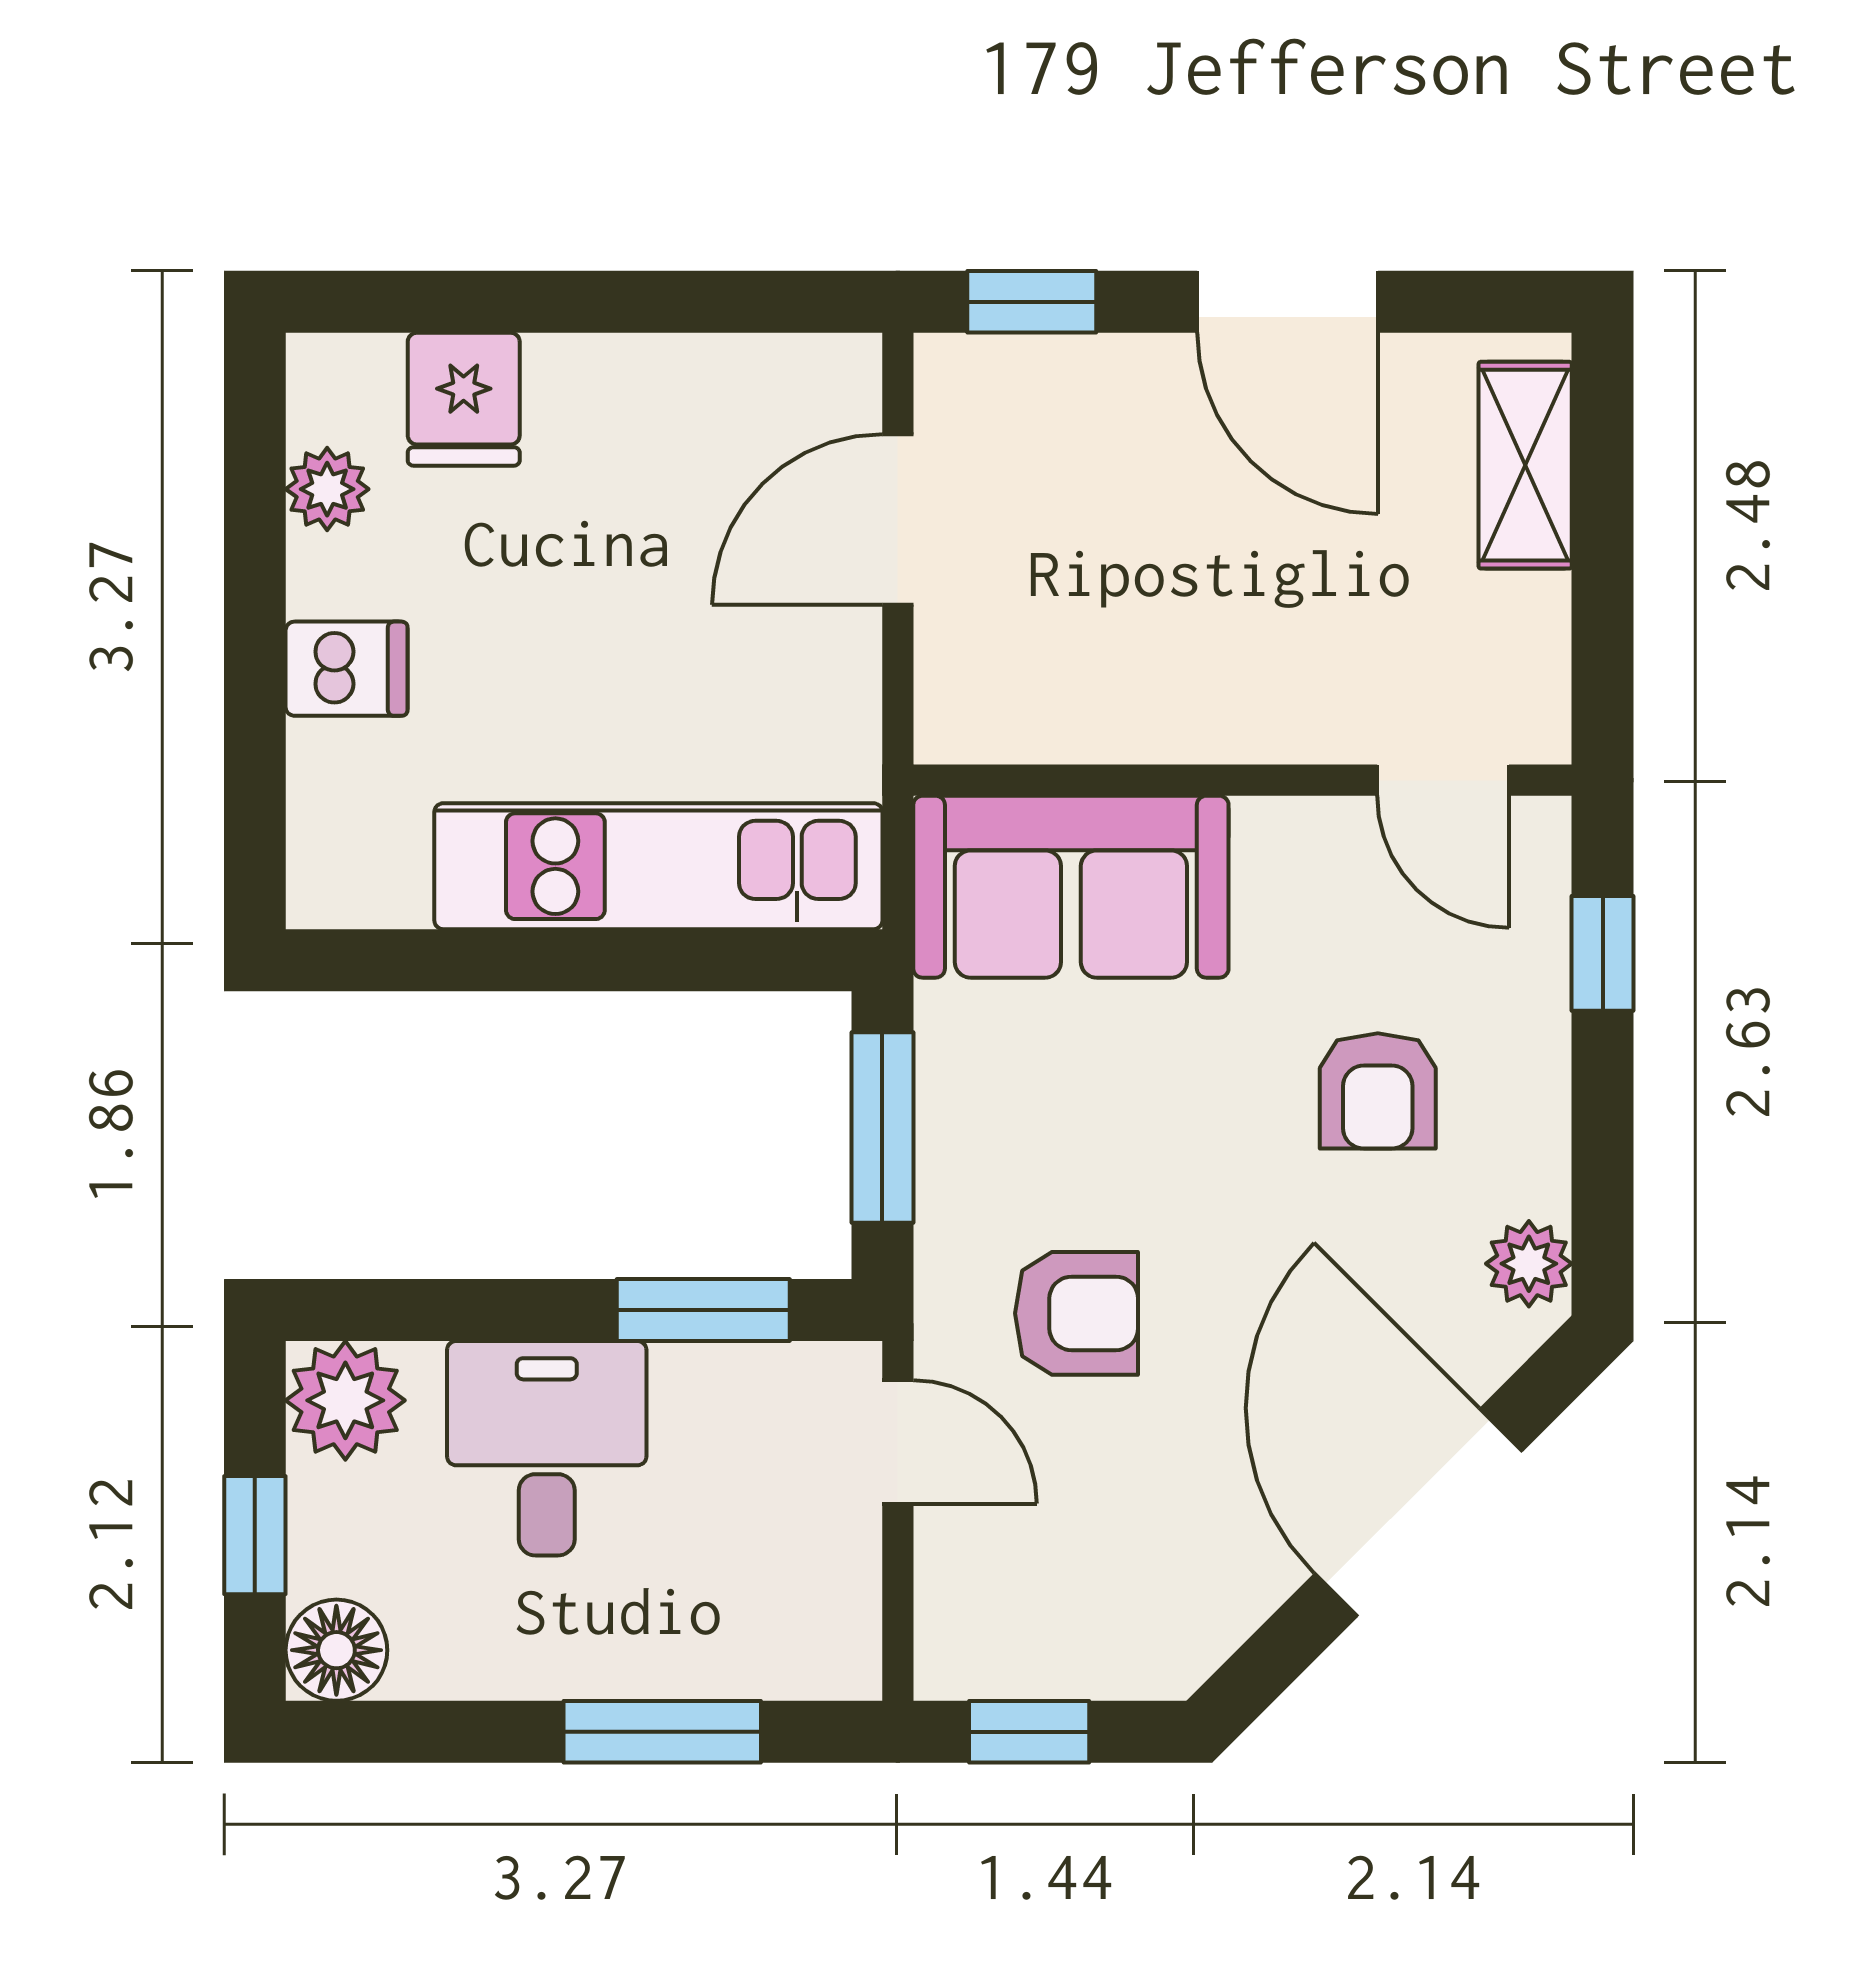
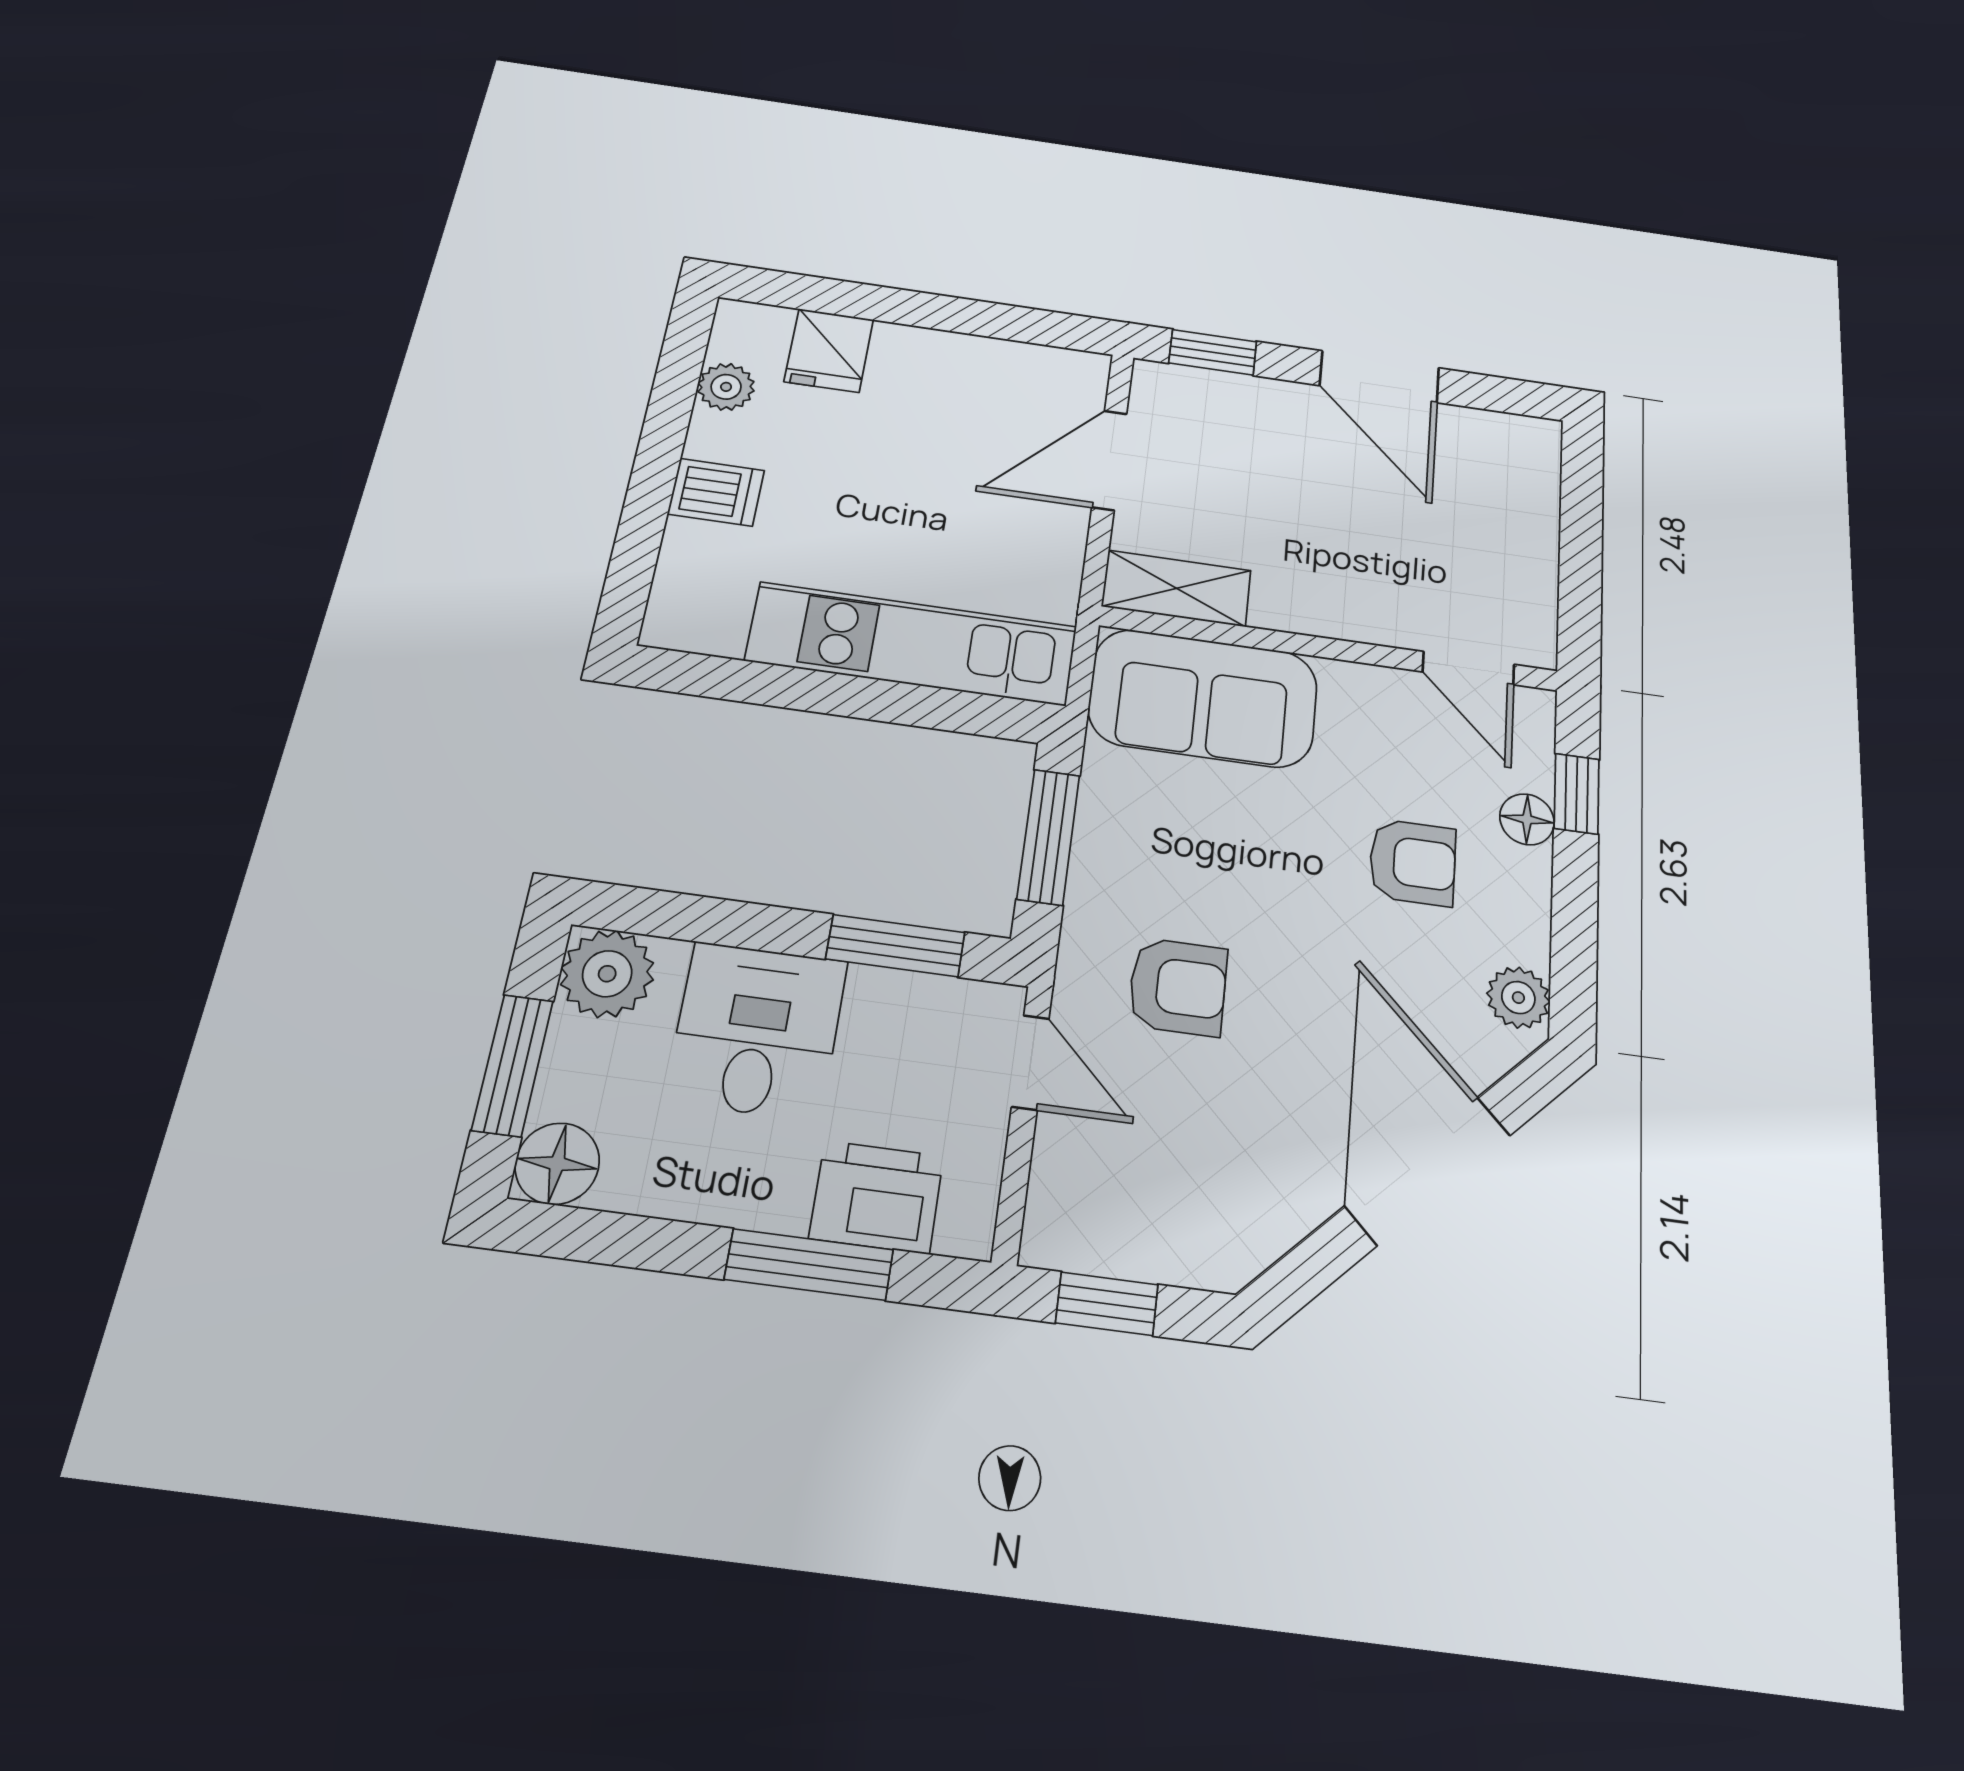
shelving: (1525, 465) -> (1177, 588), moved, turned 90
floor lamp: (1534, 1003) -> (1527, 819), added
armchair: (1378, 1091) -> (1413, 862), turned -90
window: (255, 1535) -> (513, 1065), width x1.50
printer: (731, 1639) -> (877, 1197), added

